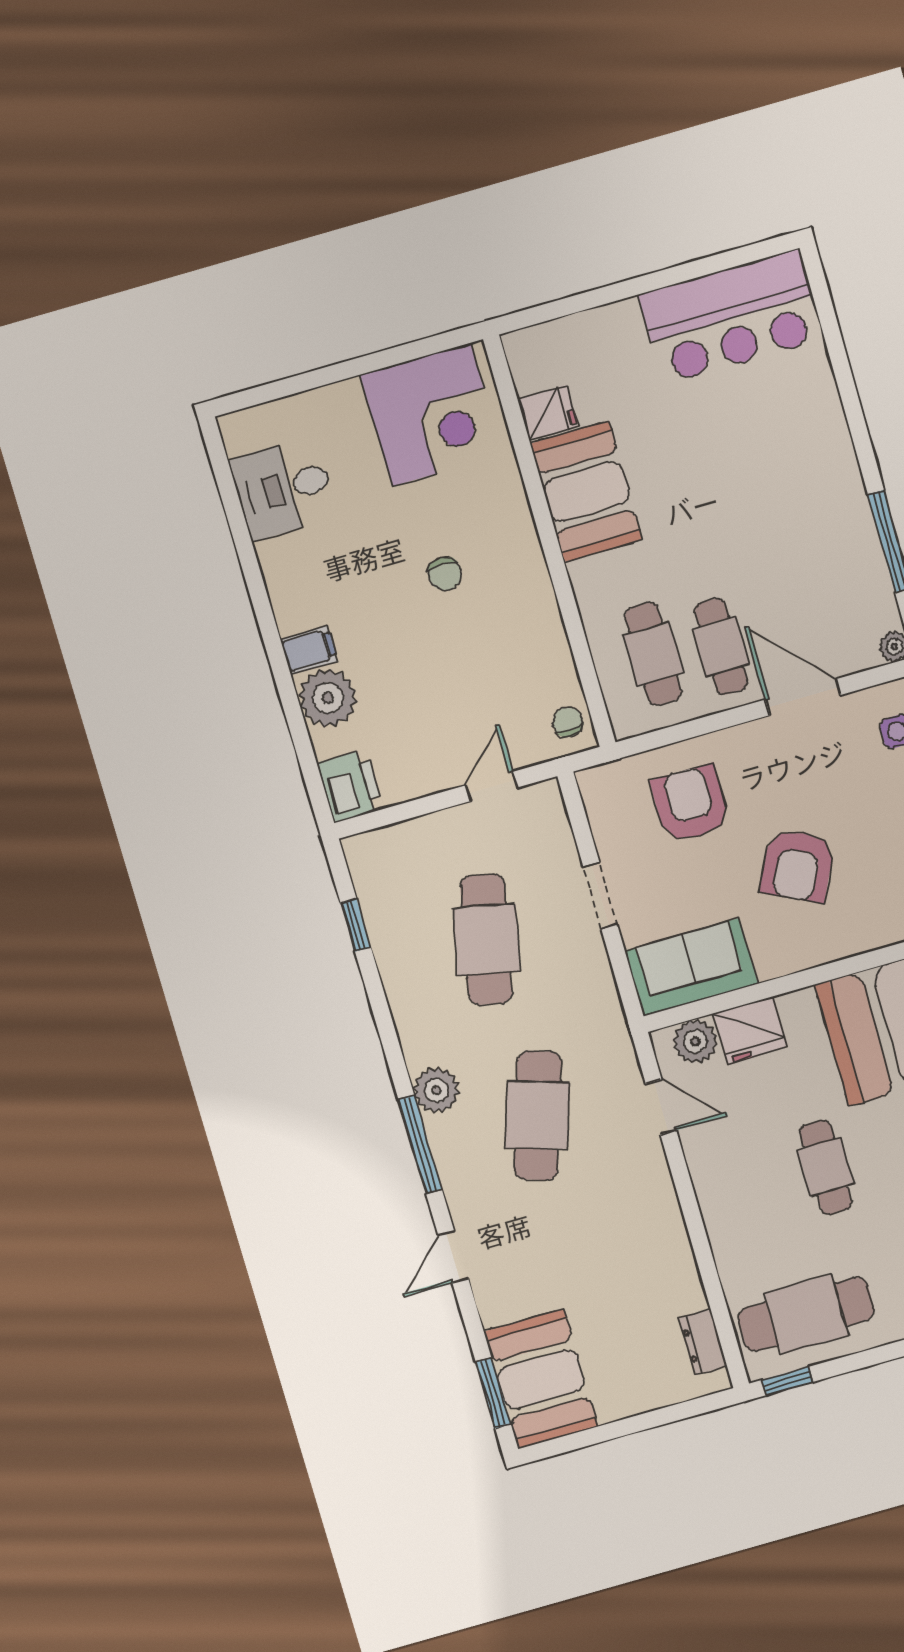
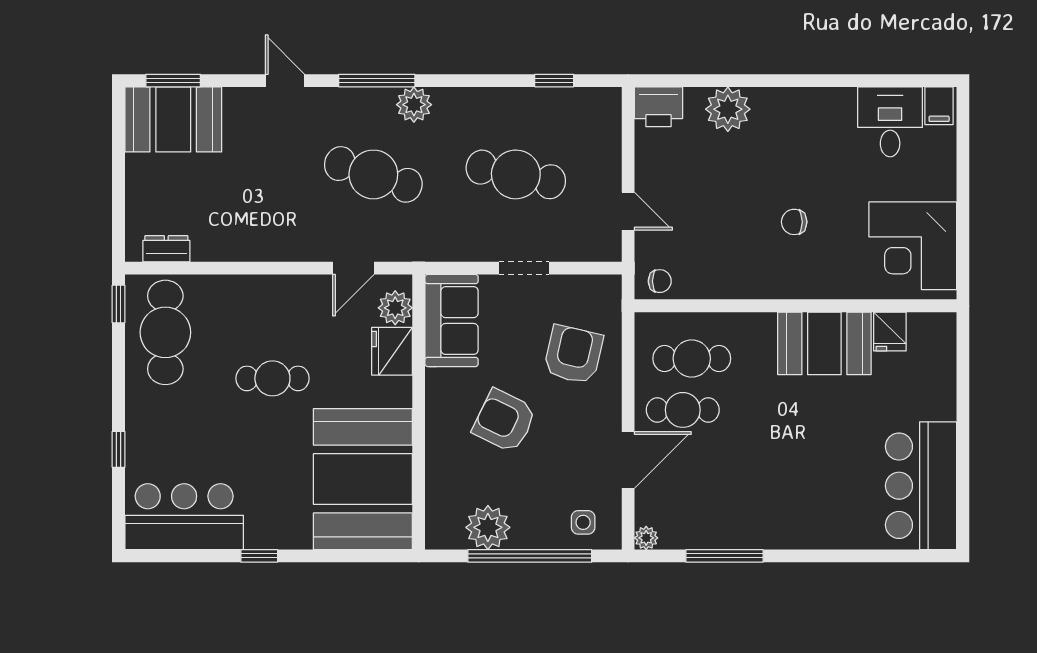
filing cabinet: (309, 650) -> (939, 106), moved
armchair: (691, 804) -> (573, 355), turned -77

